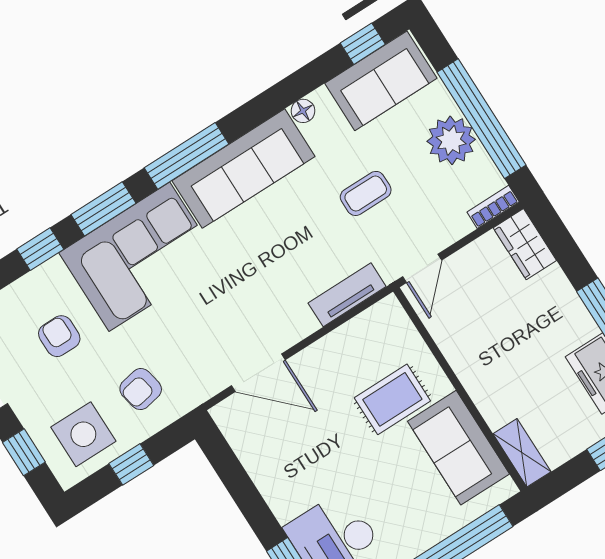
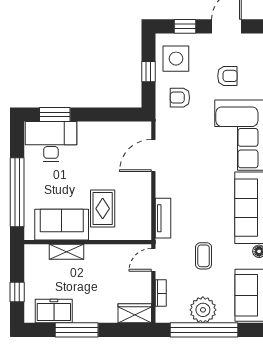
bookcase: (493, 207) -> (161, 293), moved
door: (422, 268) -> (153, 260), hinge flipped
armchair: (141, 389) -> (180, 98), turned -79
shelving: (522, 453) -> (66, 252), moved

